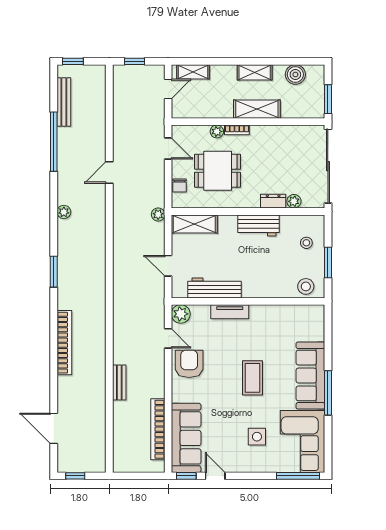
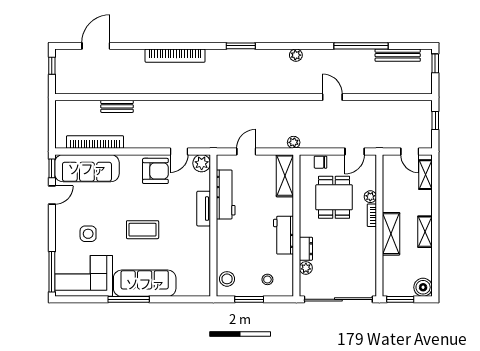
boiler: (295, 74) -> (423, 287), moved
bench: (119, 382) -> (117, 106), moved

